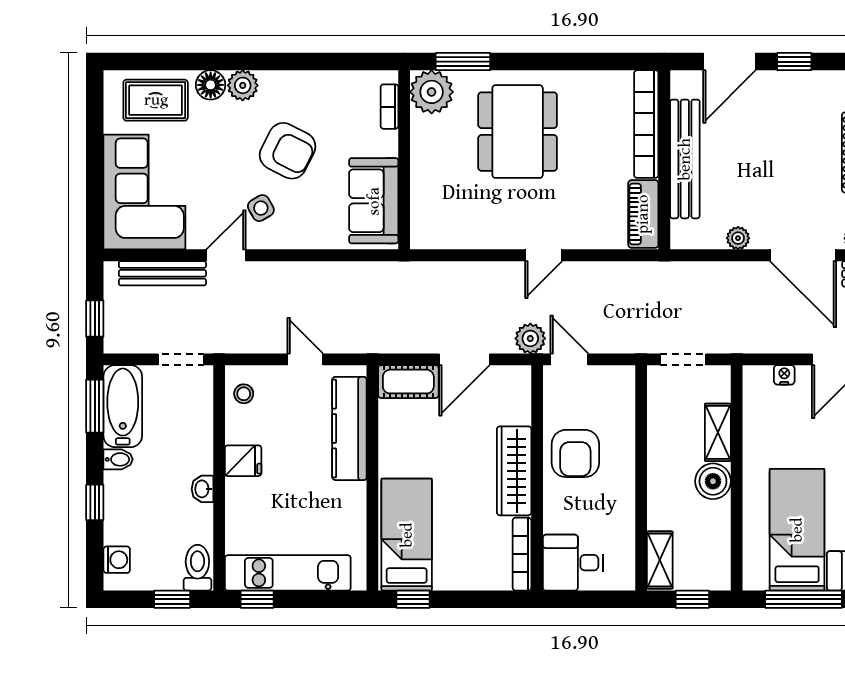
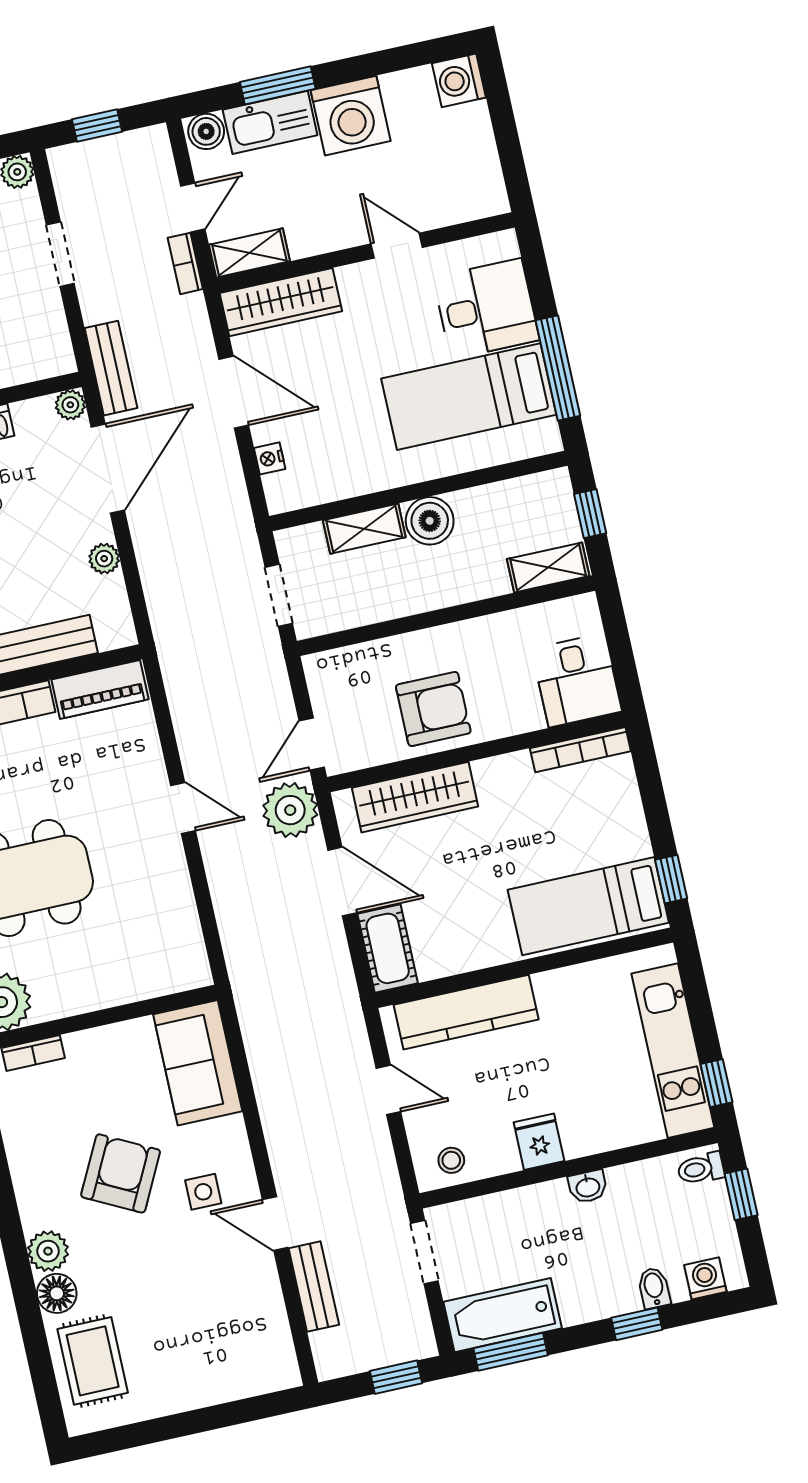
corner sofa: (144, 192) -> (216, 1349), removed
sofa: (374, 201) -> (198, 1063), moved, turned 90
side table: (261, 208) -> (203, 1192), turned 30
bench: (162, 273) -> (314, 1286), width x0.73
plant: (530, 338) -> (290, 810), width x1.36, depth x1.36
door: (305, 359) -> (388, 1090), swing flipped
bidet: (118, 459) -> (654, 1288), moved
wardrobe: (514, 471) -> (415, 797), moved
toilet: (197, 568) -> (701, 1169), width x0.73, depth x0.72

